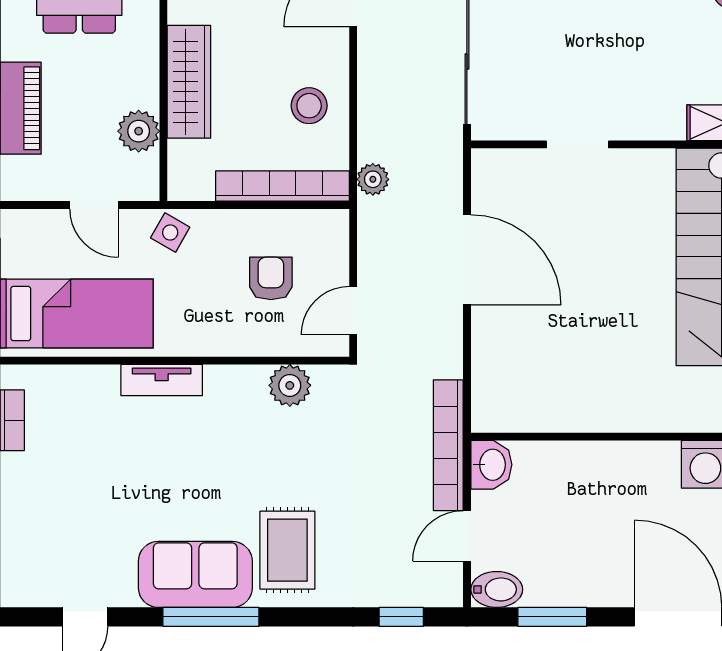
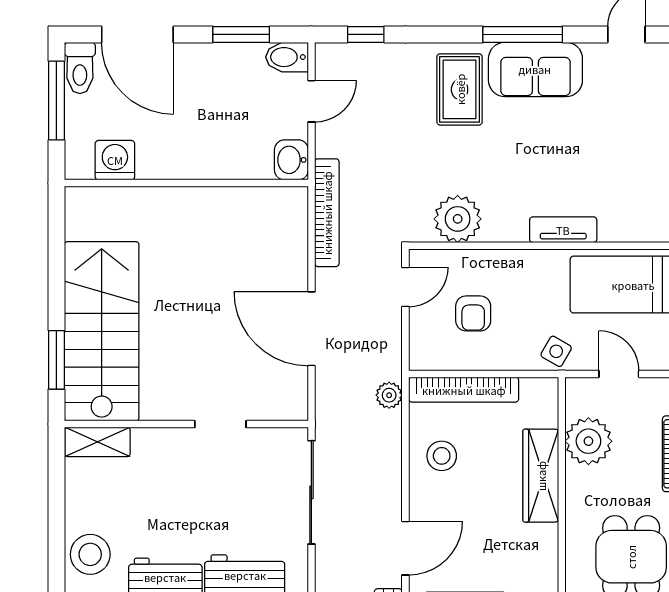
plant: (139, 131) -> (588, 441), width x1.36, depth x1.36
plant: (290, 385) -> (458, 219), width x1.36, depth x1.36
bookcase: (448, 445) -> (327, 213), moved

